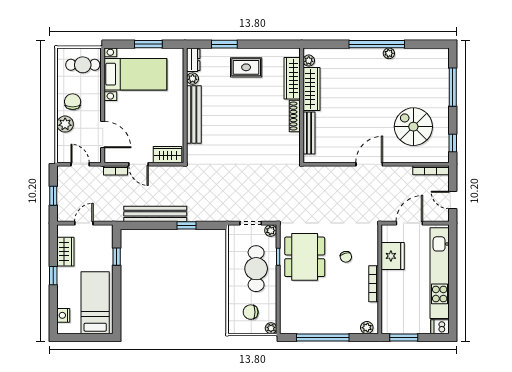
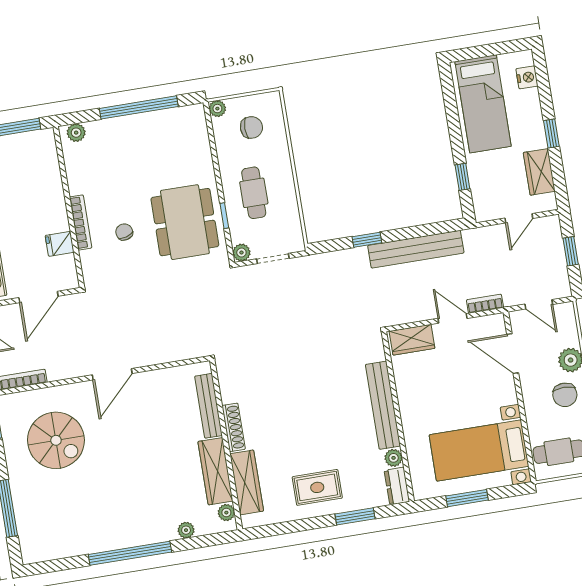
plant: (389, 53) -> (186, 530), moved
fridge: (393, 256) -> (60, 244), width x0.53, depth x0.75
cafe table: (256, 269) -> (254, 193), width x0.73, depth x0.74
bookcase: (374, 284) -> (81, 222), moved

